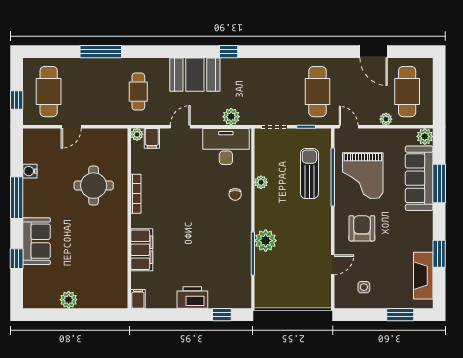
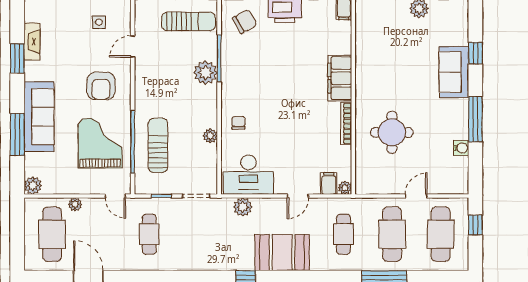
cafe table: (93, 92) -> (392, 234), added
cafe table: (317, 92) -> (149, 234), width x0.73, depth x0.74
sun lounger: (309, 174) -> (158, 145), turned 180
sofa: (419, 178) -> (39, 117), moved
filing cabinet: (142, 250) -> (340, 78), moved
fireplace: (423, 276) -> (32, 41), width x0.73, depth x0.76
chair: (229, 288) -> (245, 22), added
sun lounger: (281, 288) -> (188, 21), added

